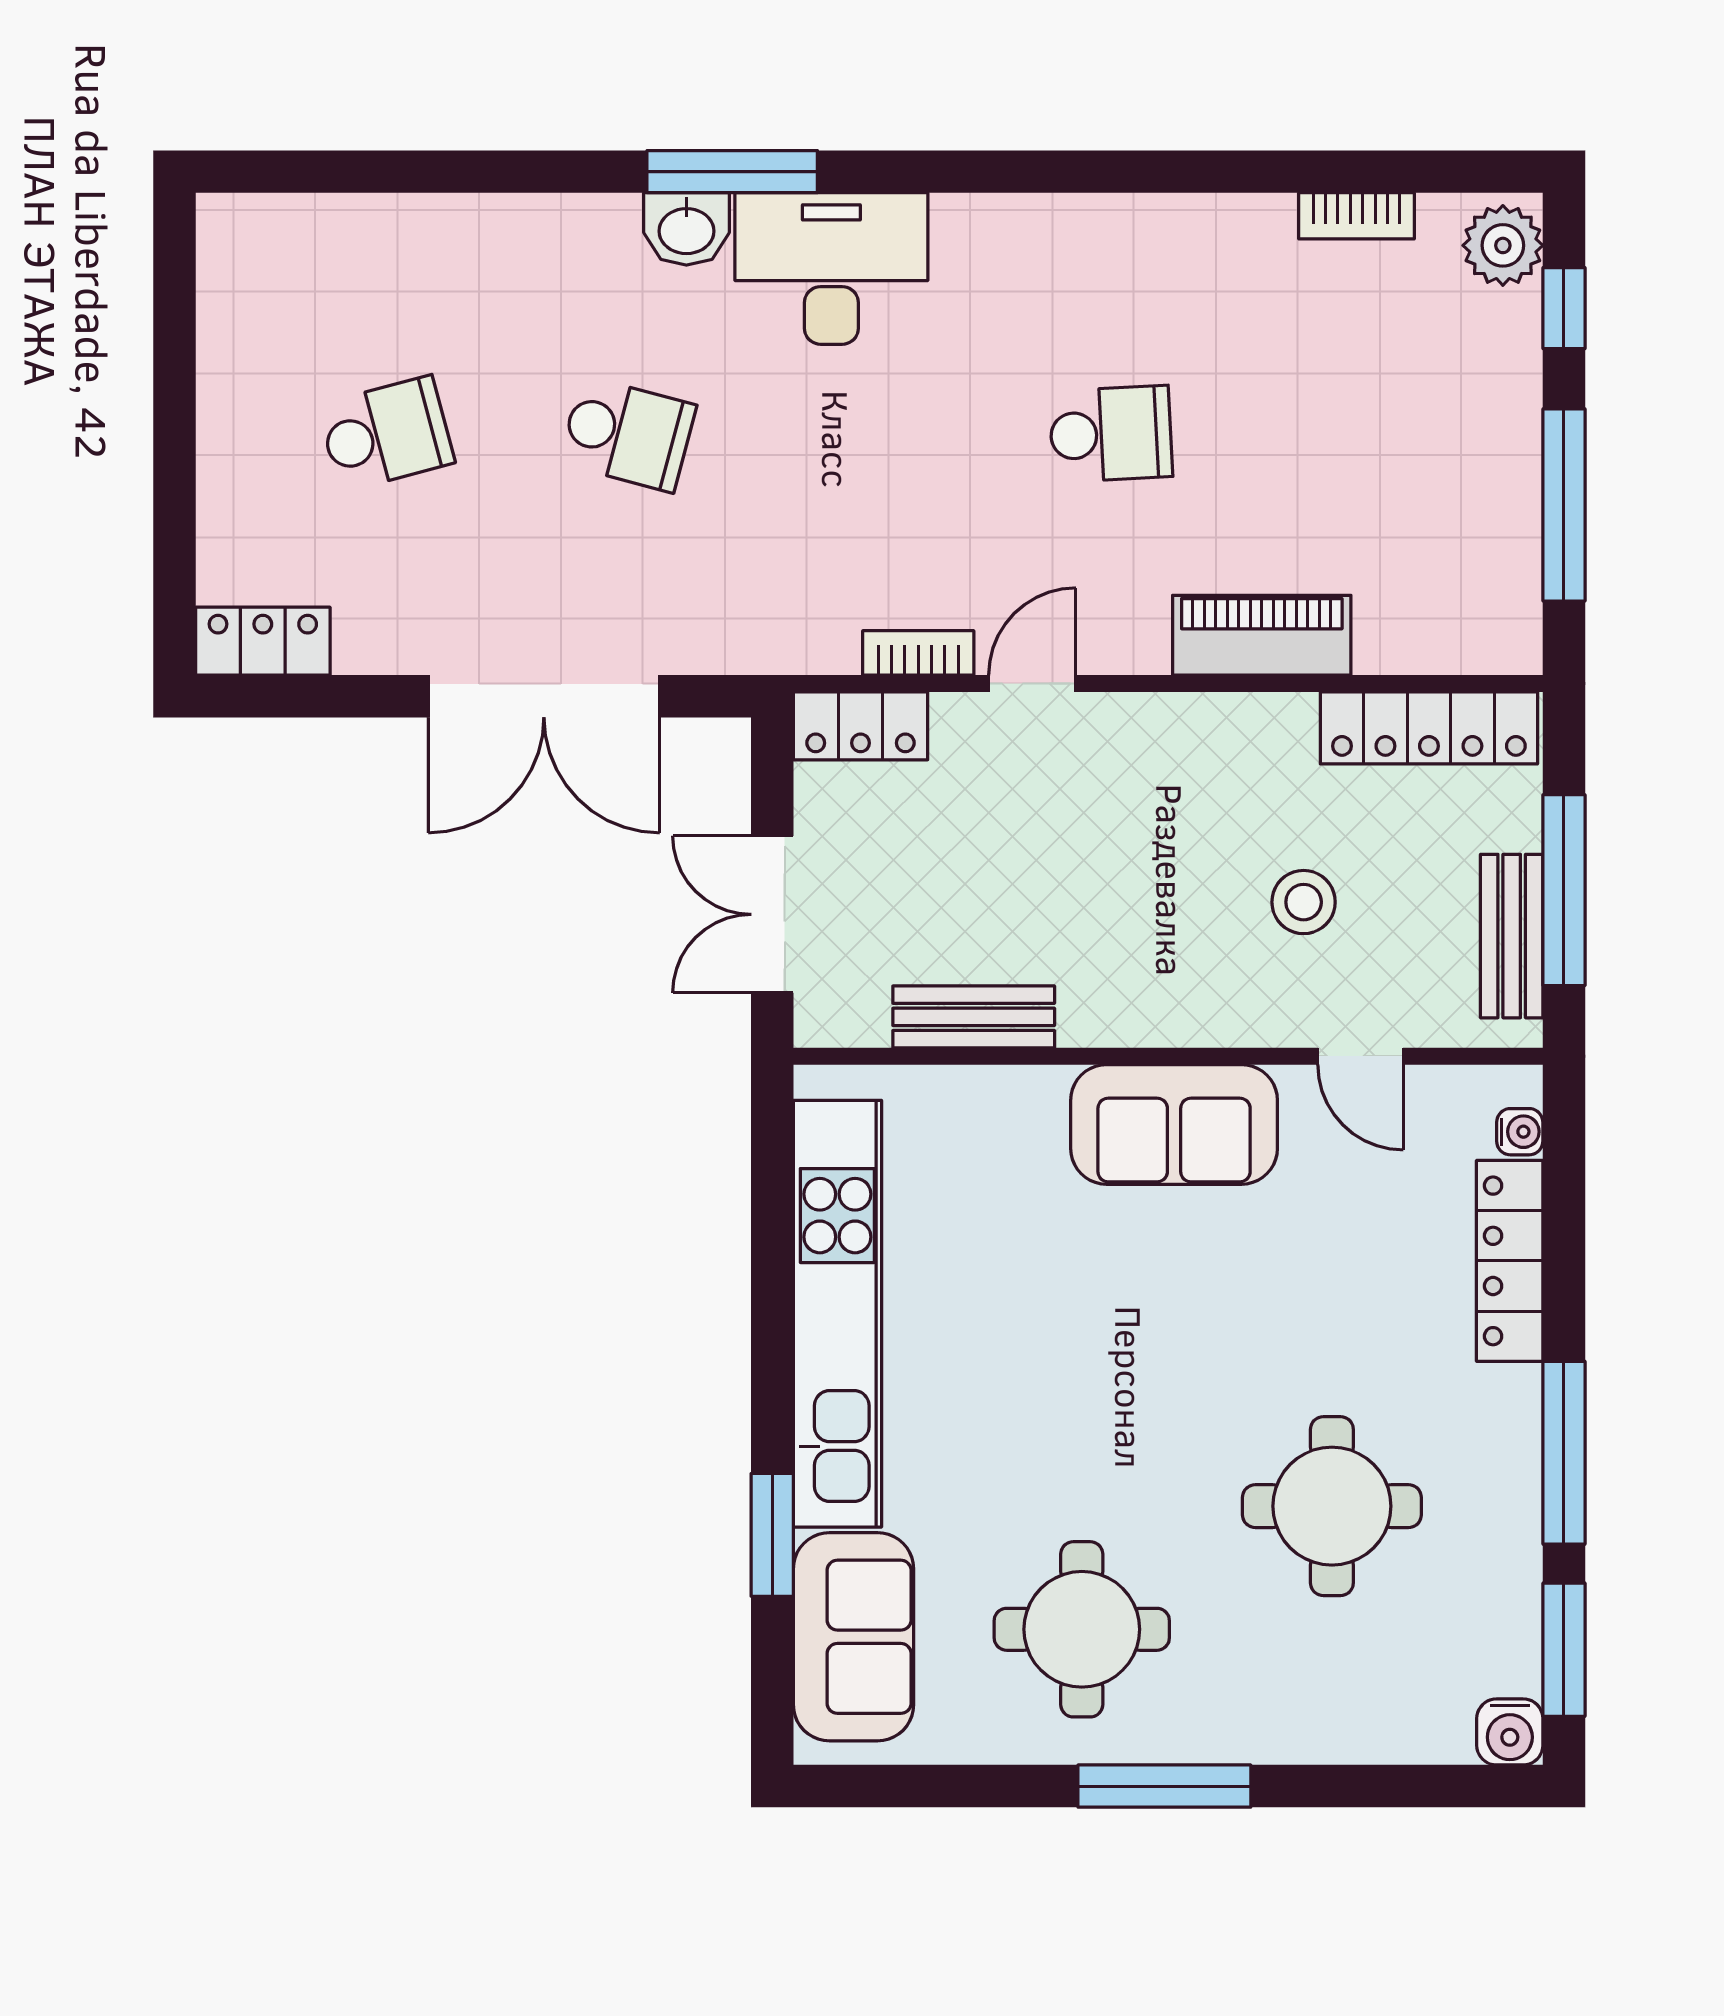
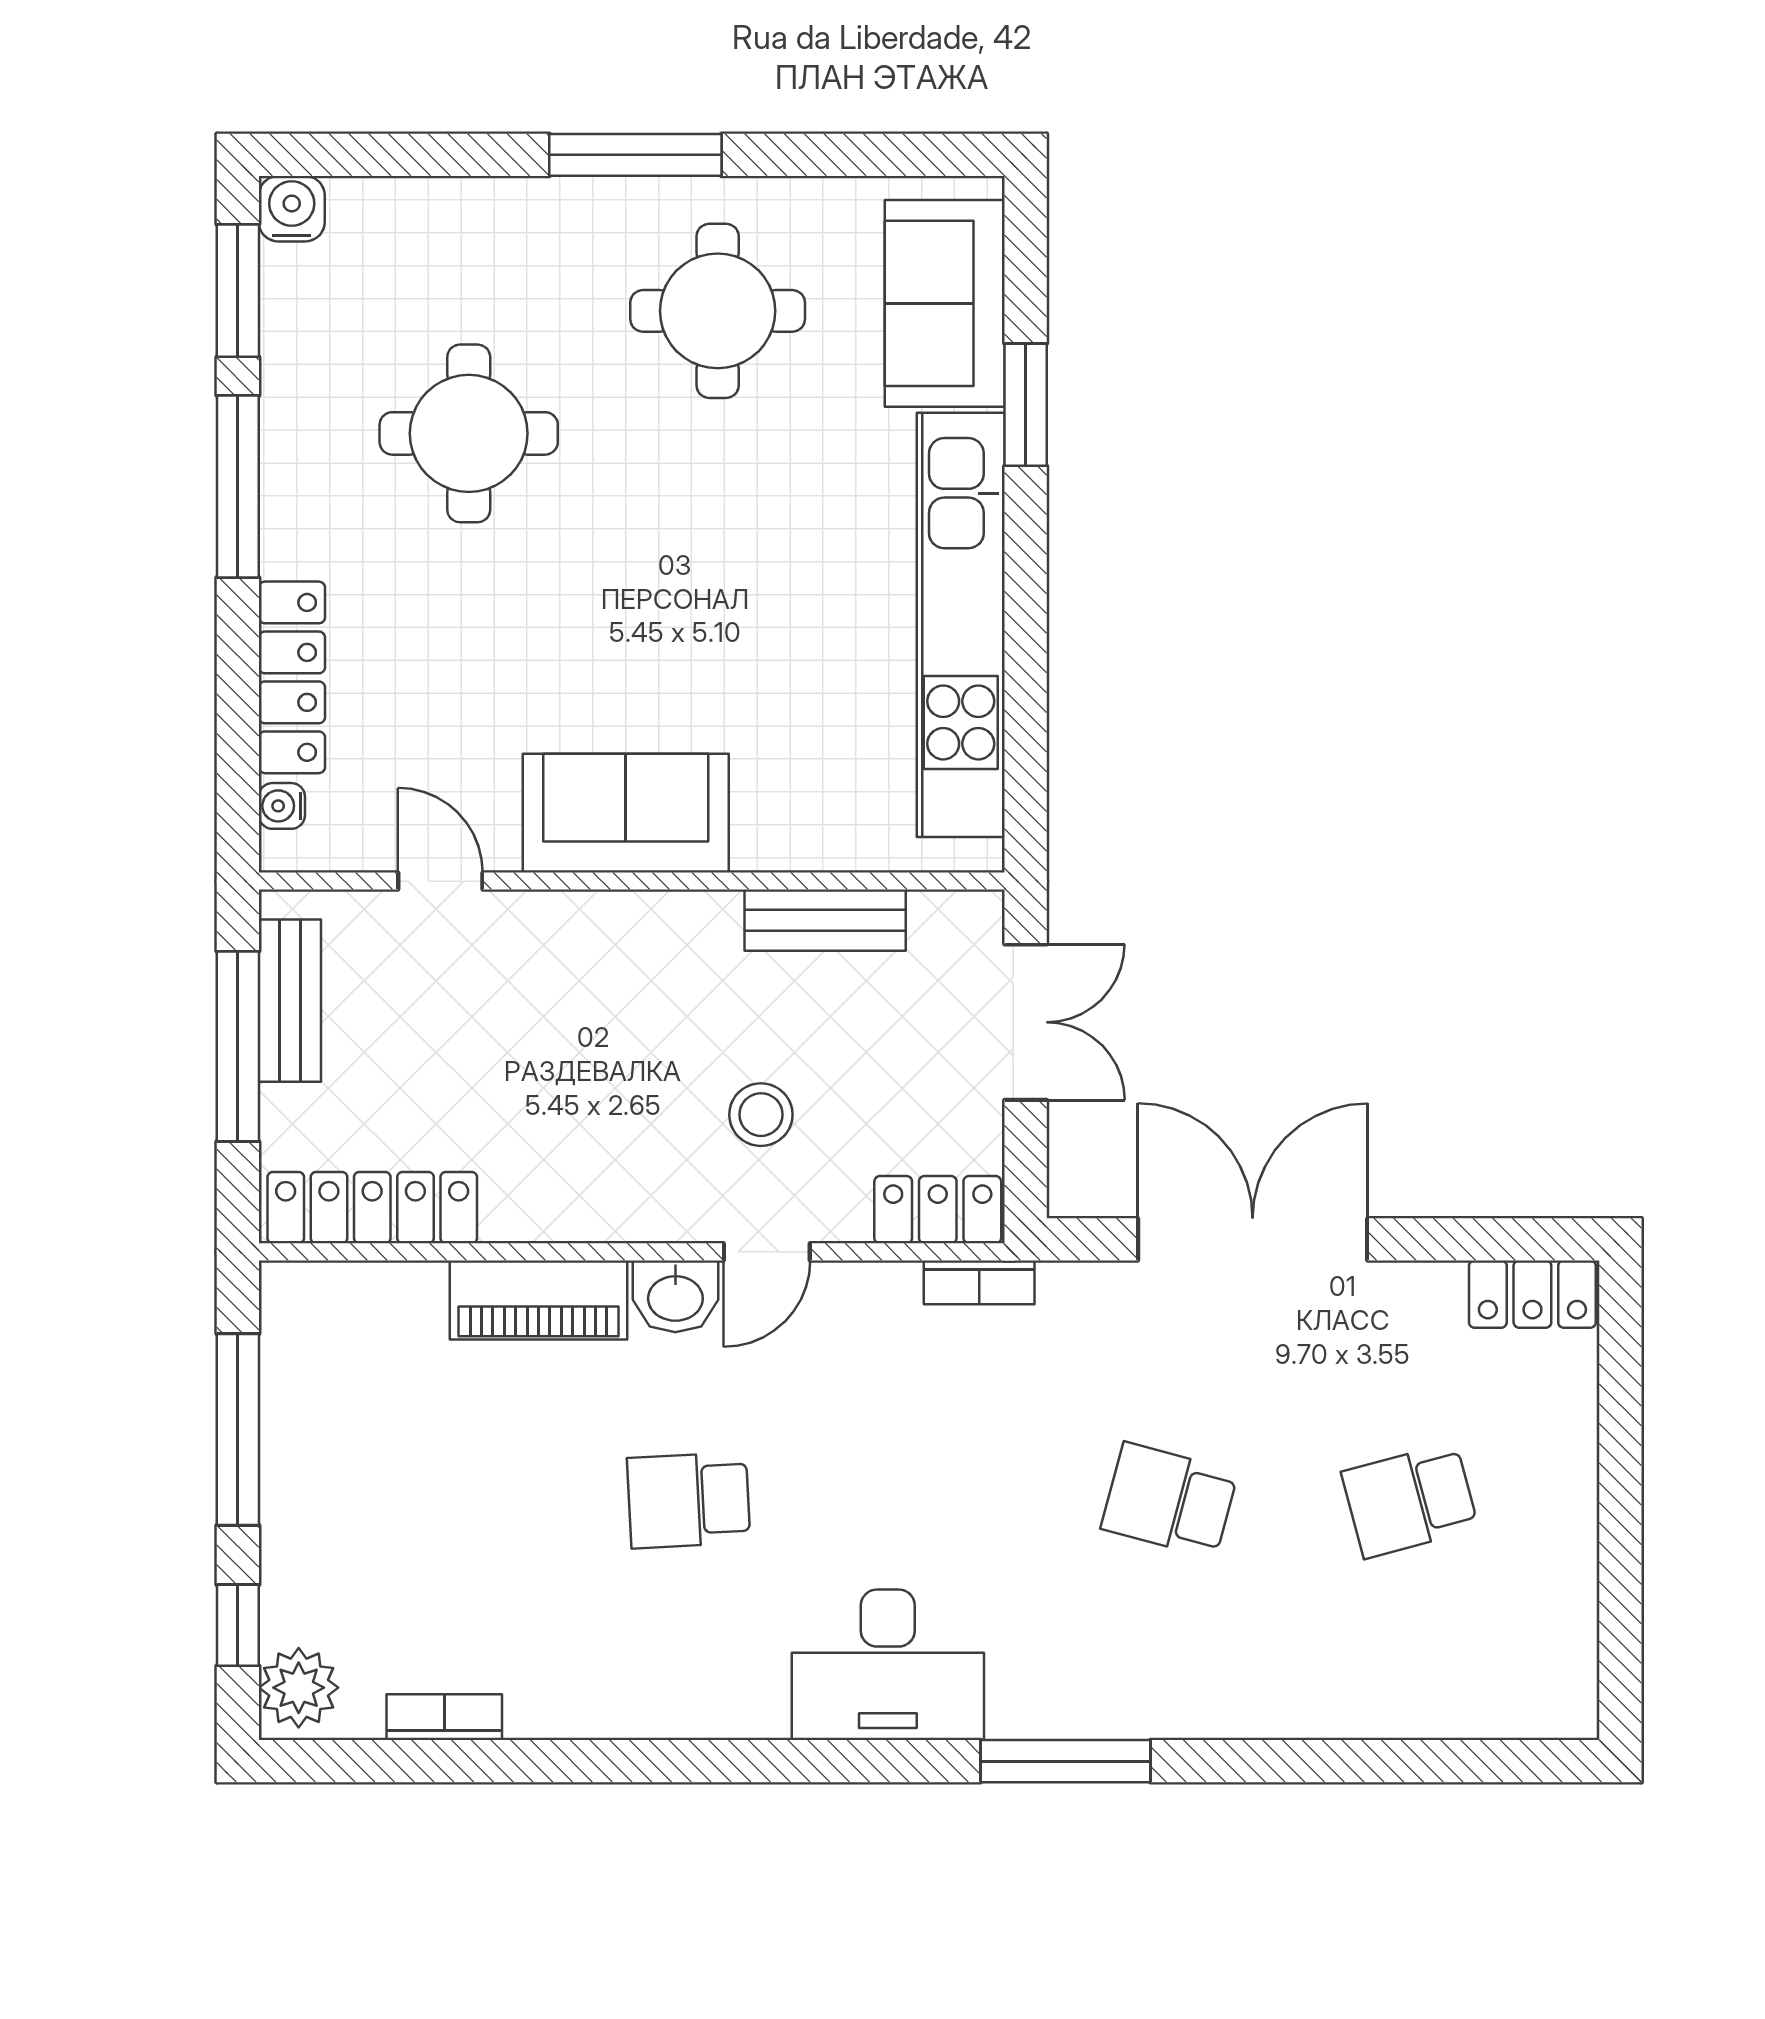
washbasin: (686, 229) -> (675, 1296), moved, turned 180
desk: (831, 268) -> (888, 1665), moved
bookcase: (918, 653) -> (979, 1282), moved
stool: (1304, 902) -> (761, 1115), moved

